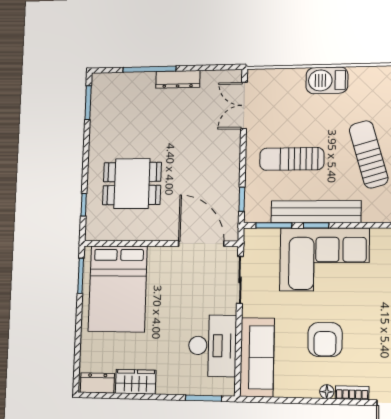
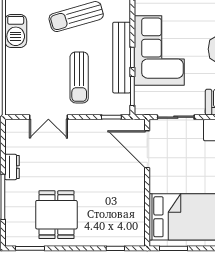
dresser: (178, 79) -> (12, 167), width x0.70
barbecue: (327, 80) -> (16, 31), moved
double door: (244, 105) -> (48, 117), moved
dining table: (132, 184) -> (56, 215), moved
door: (201, 244) -> (147, 149), hinge flipped

